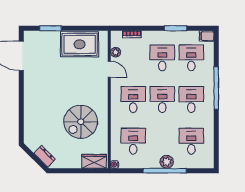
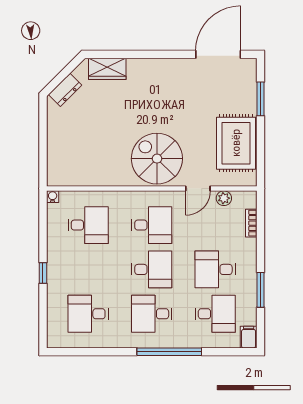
desk: (162, 58) -> (215, 269), turned 180
desk: (191, 100) -> (152, 314), turned 180
spiral stairs: (81, 122) -> (157, 159), moved
desk: (191, 141) -> (88, 314), turned 180
wardrobe: (94, 161) -> (107, 69), moved, turned 90
plant: (167, 162) -> (57, 276), removed
window: (165, 171) -> (43, 273), width x0.32

